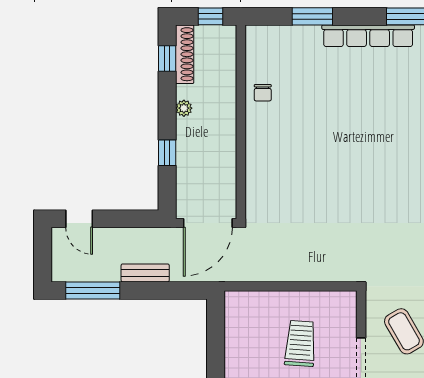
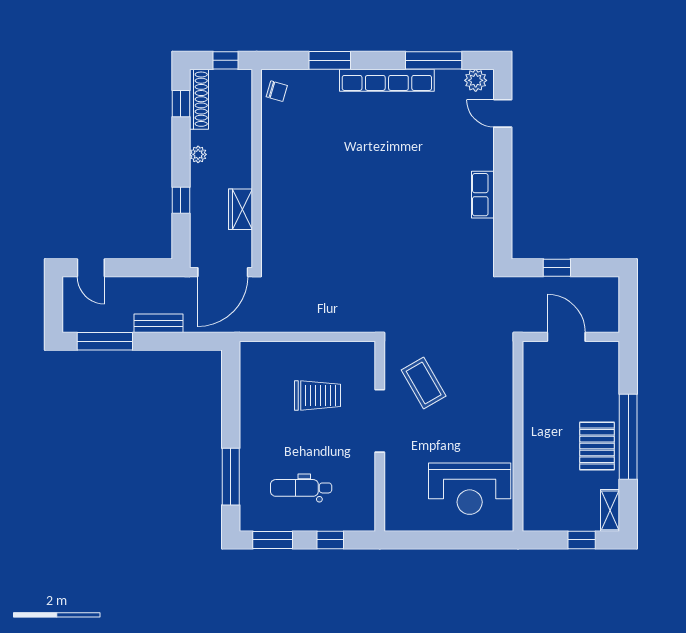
chair: (263, 93) -> (277, 91), moved, turned -74
wardrobe: (225, 162) -> (240, 209), added
trolley: (300, 343) -> (317, 395), turned 86

